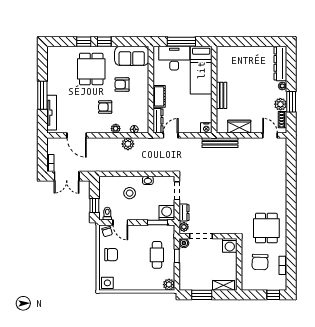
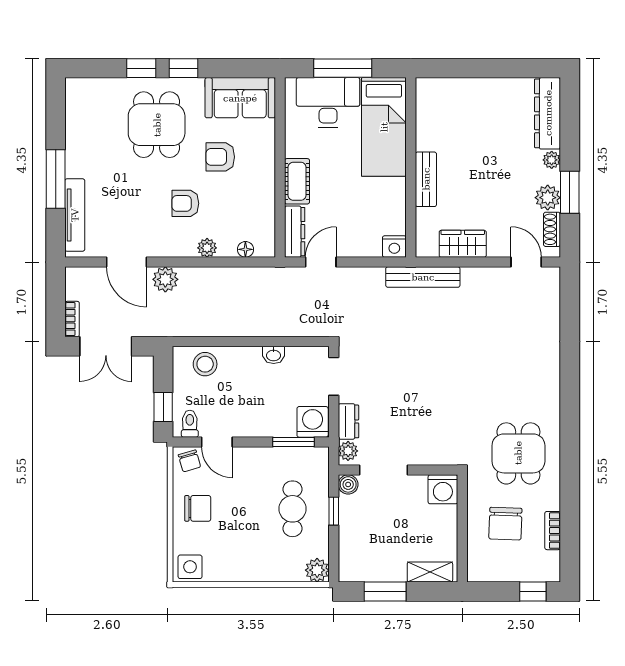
plant: (128, 144) -> (165, 279), moved
stool: (130, 193) -> (205, 364), moved

